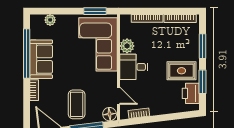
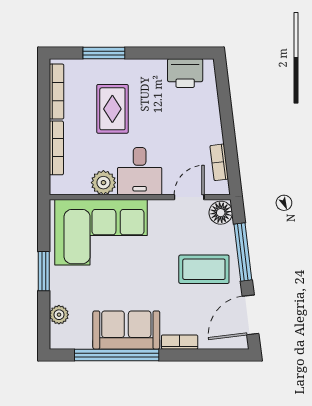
window: (95, 11) -> (44, 271), moved
rug: (181, 71) -> (112, 109), moved
window: (202, 82) -> (165, 53), removed

